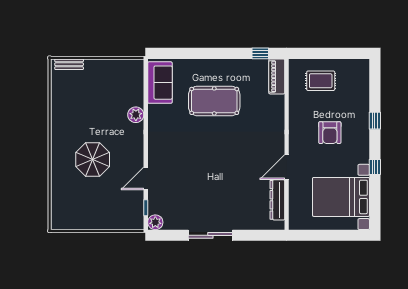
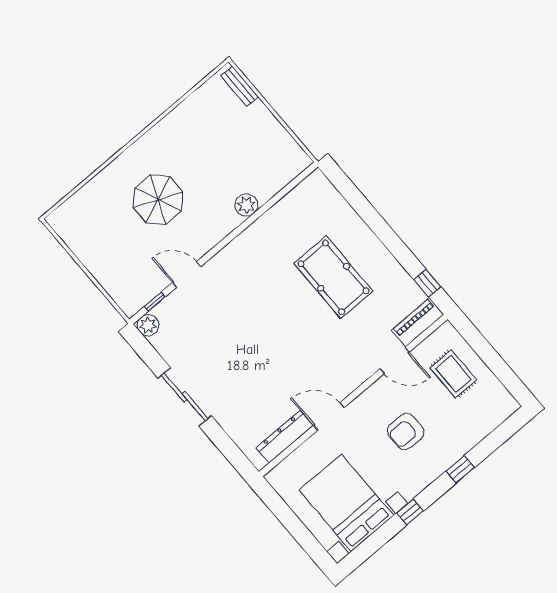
sofa: (160, 83) -> (303, 202), removed
door: (287, 106) -> (395, 360), added

